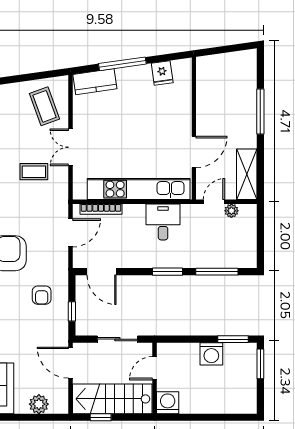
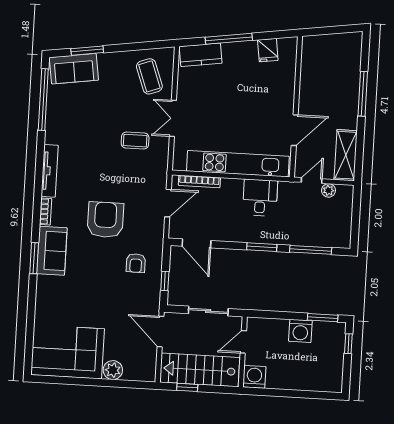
window: (260, 364) -> (348, 344), width x0.67
plant: (39, 404) -> (113, 370), moved

